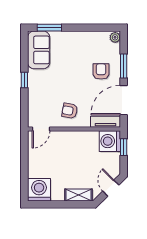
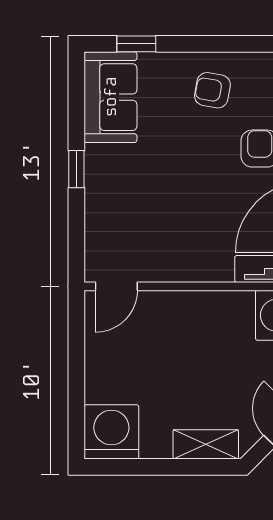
window: (49, 28) -> (136, 44), width x0.67
armchair: (70, 111) -> (212, 90), moved

